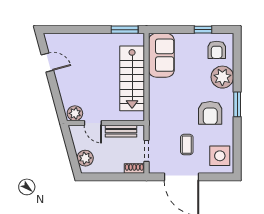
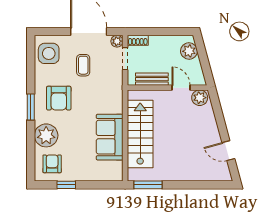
sofa: (161, 55) -> (110, 137), moved
armchair: (210, 113) -> (59, 98), turned 180
plant: (154, 168) -> (117, 41), added

